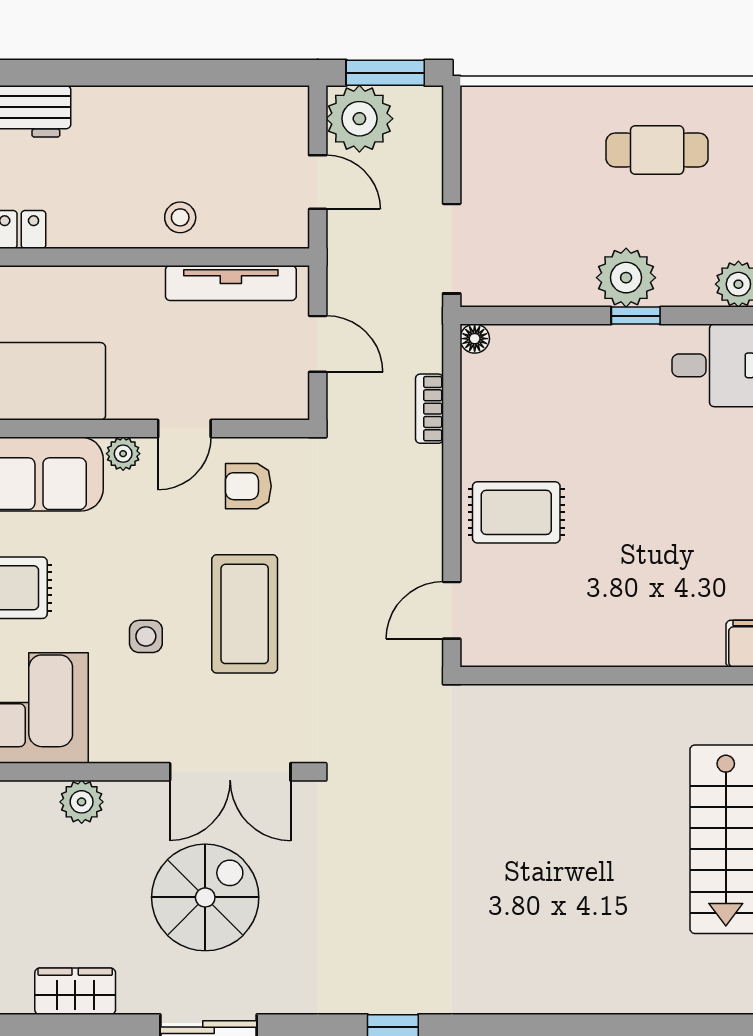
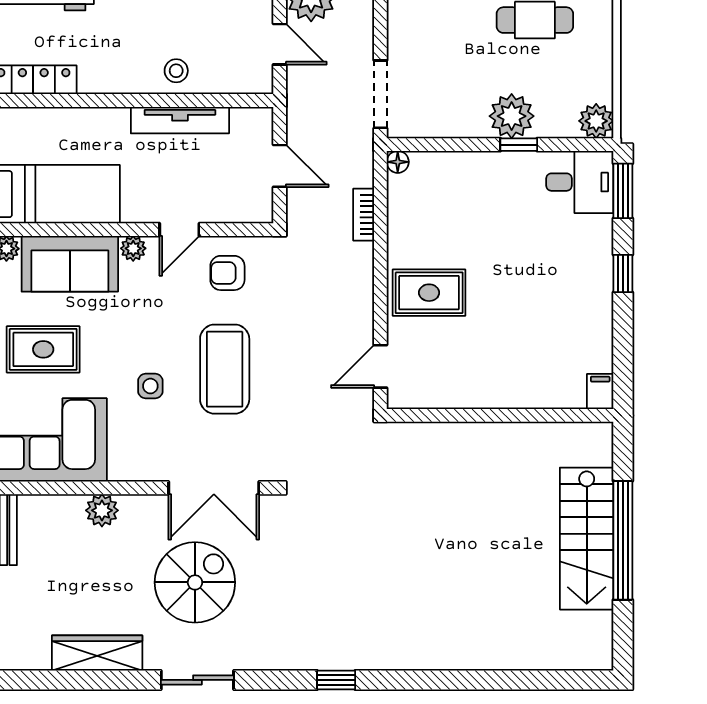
tv unit: (231, 283) -> (180, 120), moved
wardrobe: (75, 991) -> (97, 653), width x1.50

